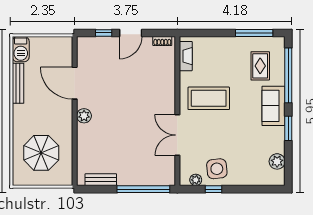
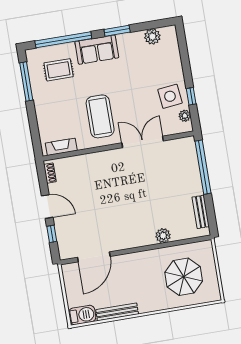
door: (75, 83) -> (94, 257), moved
plant: (84, 116) -> (163, 236), moved
double door: (177, 135) -> (143, 142), swing flipped

